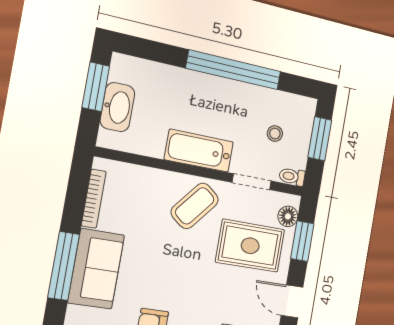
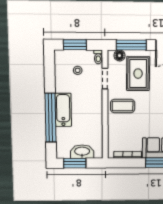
window: (234, 70) -> (50, 118), moved
bathtub: (199, 151) -> (63, 110), moved, turned 180
coffee table: (195, 206) -> (123, 106), turned -39
window: (302, 241) -> (131, 45), width x1.44

